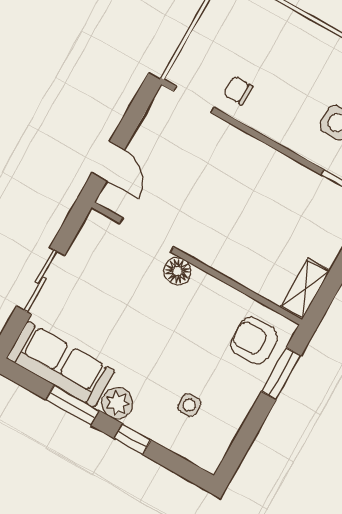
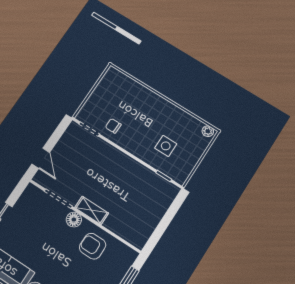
shelving: (305, 289) -> (92, 210), moved, turned 90
armchair: (254, 340) -> (93, 246), moved

